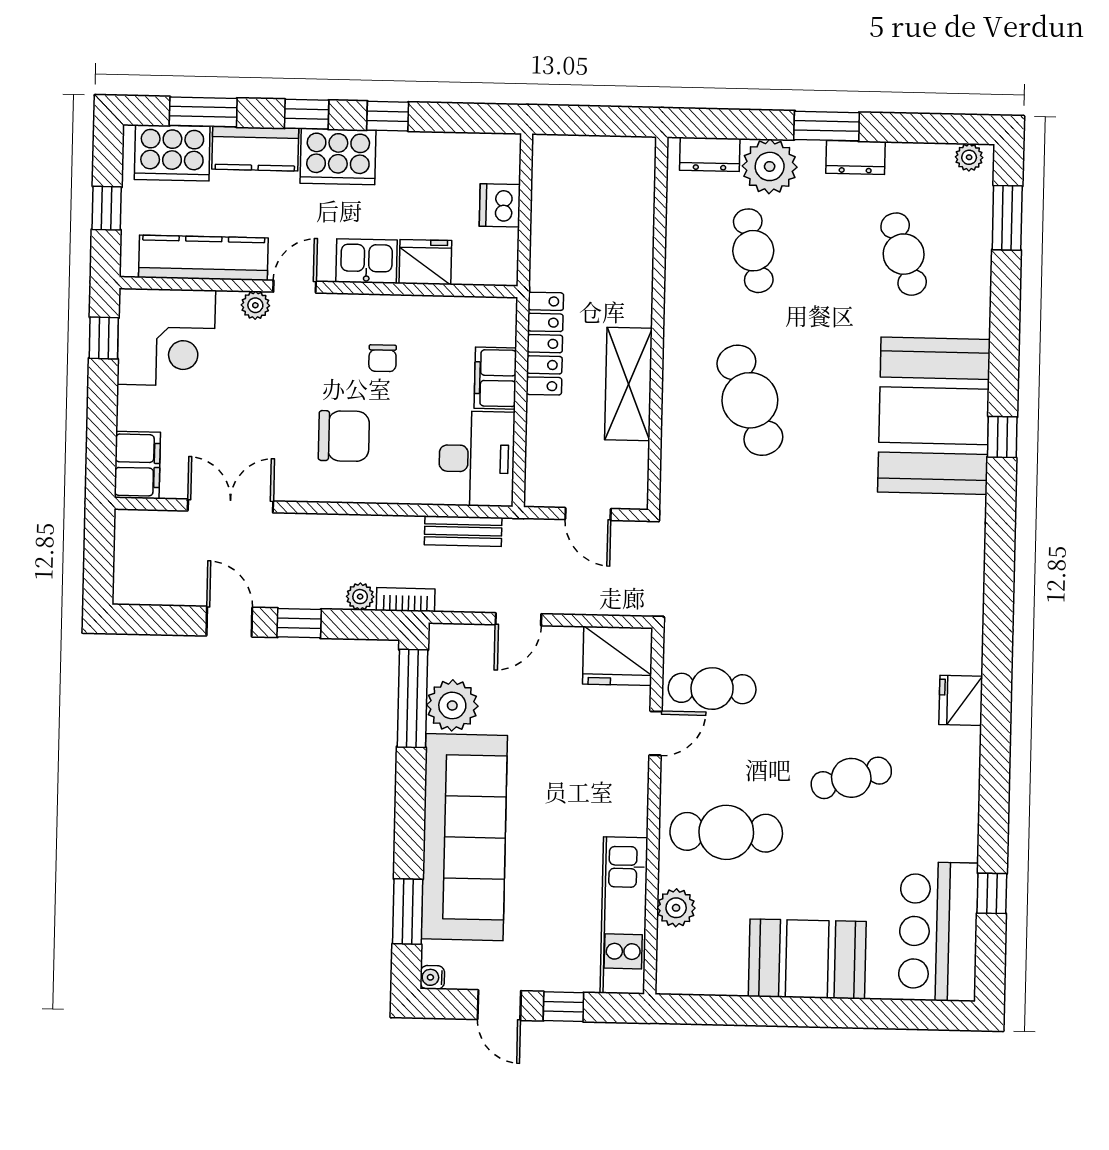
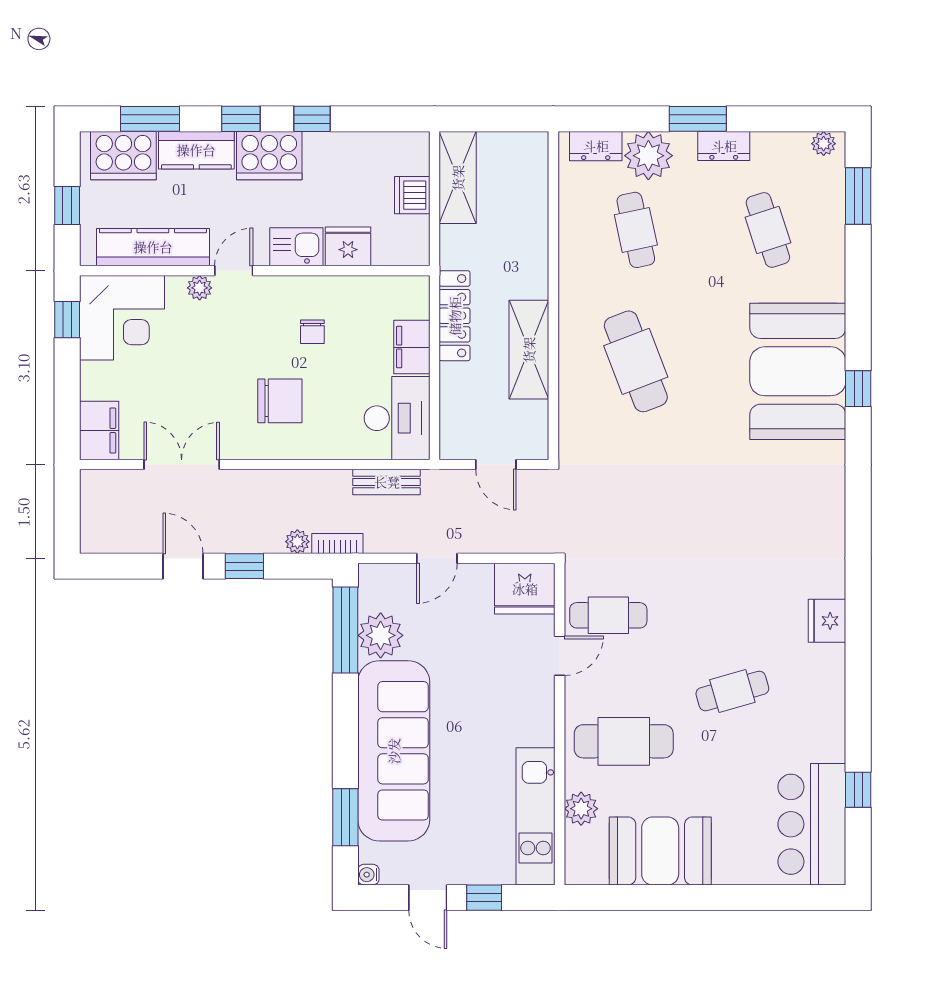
shelving: (552, 187) -> (458, 178), added
booth: (807, 959) -> (660, 851), moved

